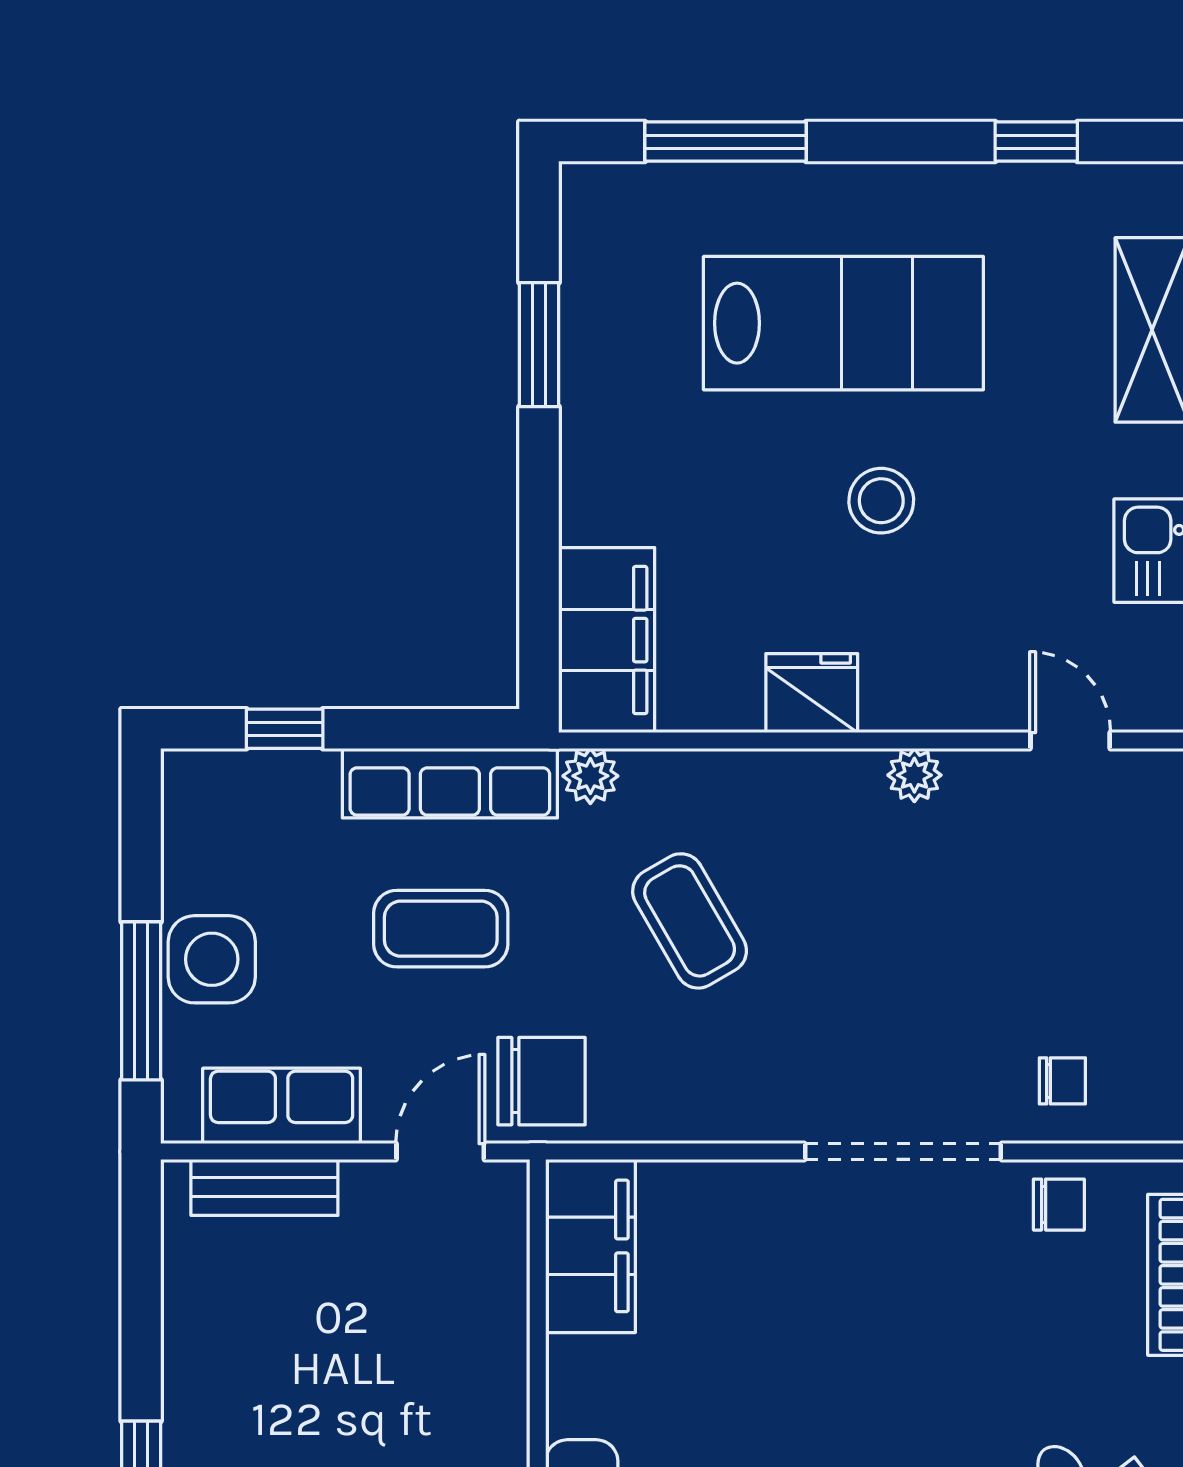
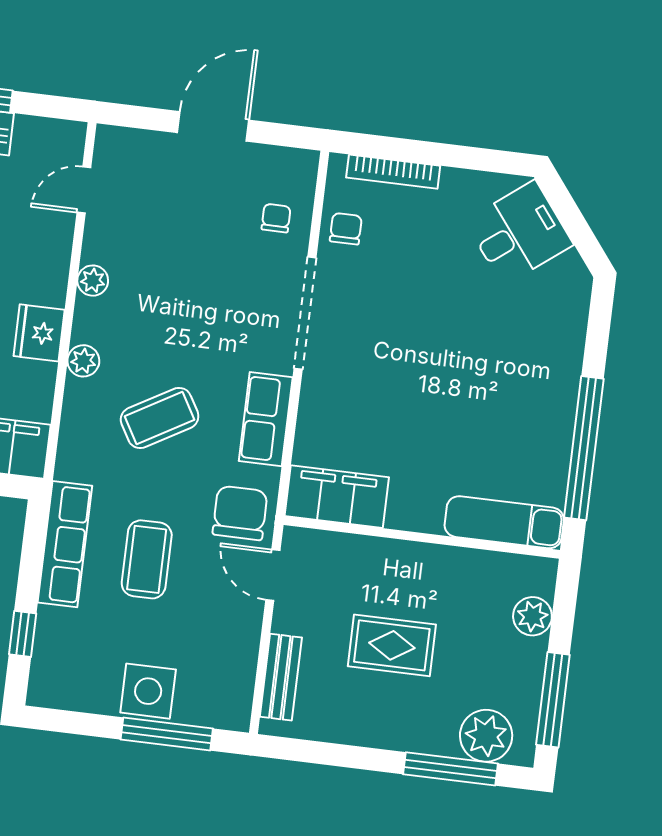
plant: (590, 776) -> (83, 361), moved
row of seats: (282, 1106) -> (266, 419), moved
rug: (343, 1374) -> (392, 645), added

